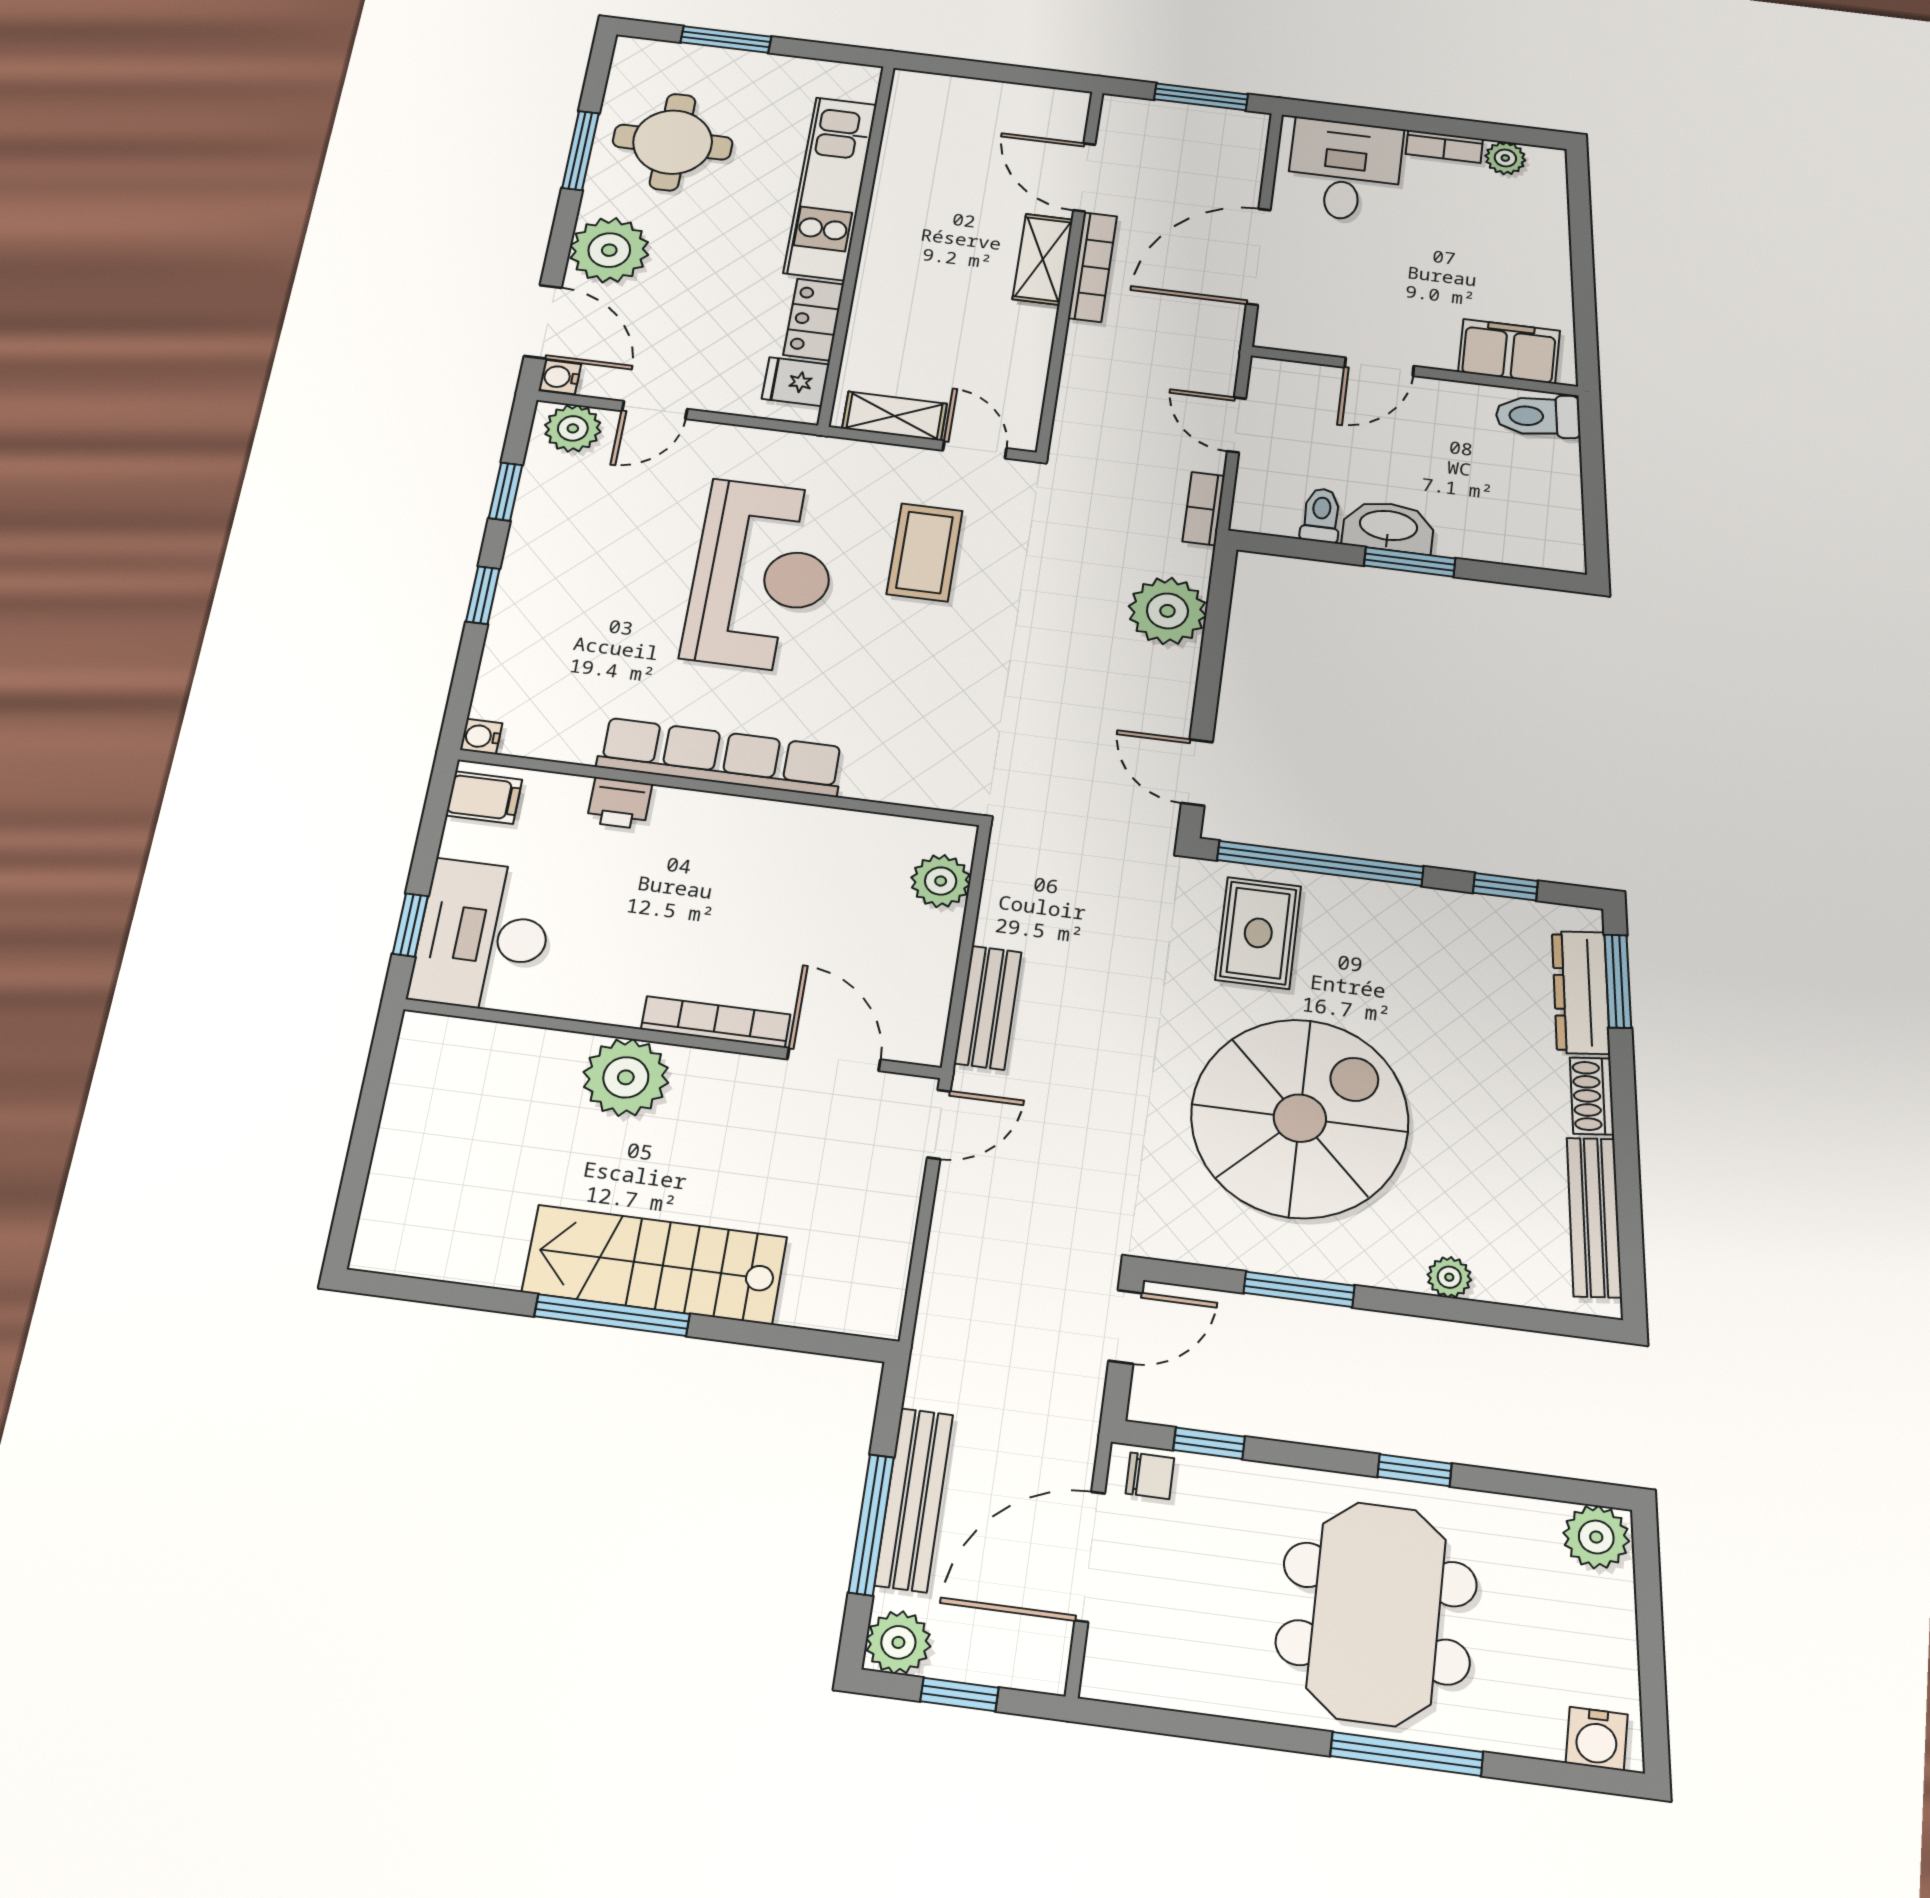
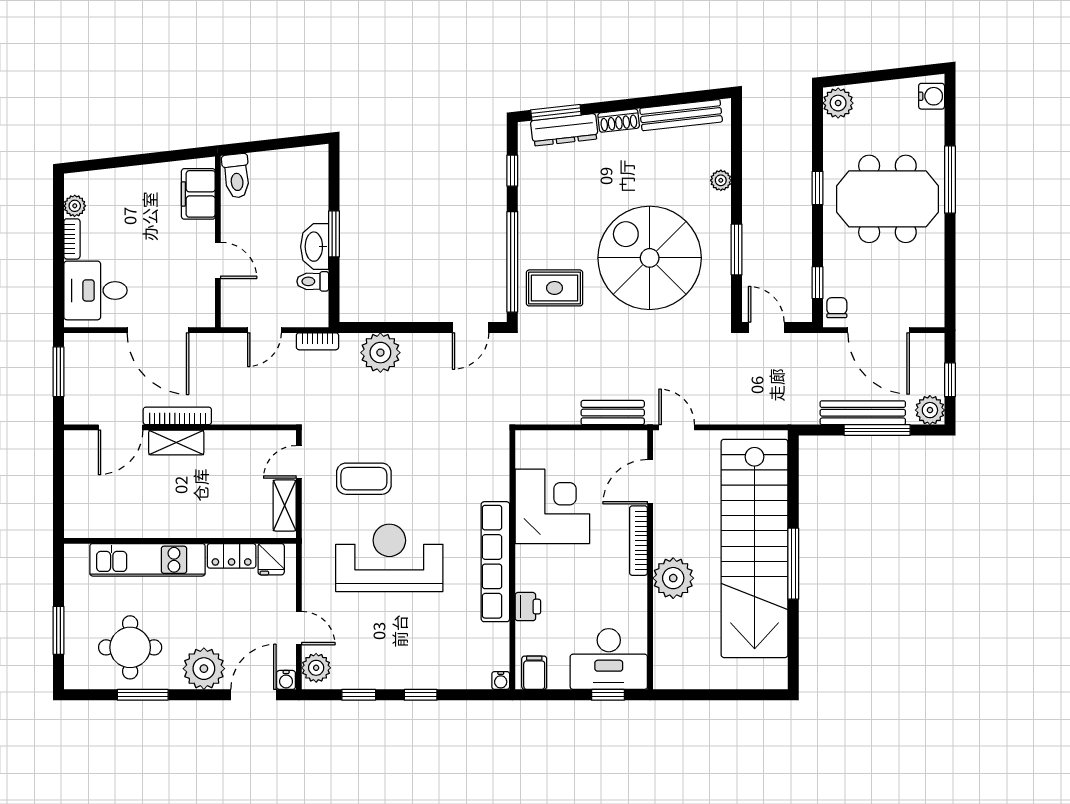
corner desk: (814, 872) -> (552, 506), added
plant: (941, 881) -> (548, 445), removed
stairs: (655, 1265) -> (755, 548), width x1.86, depth x1.51

